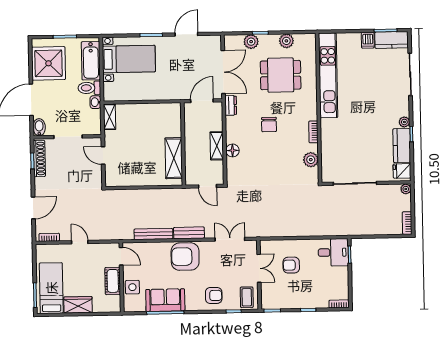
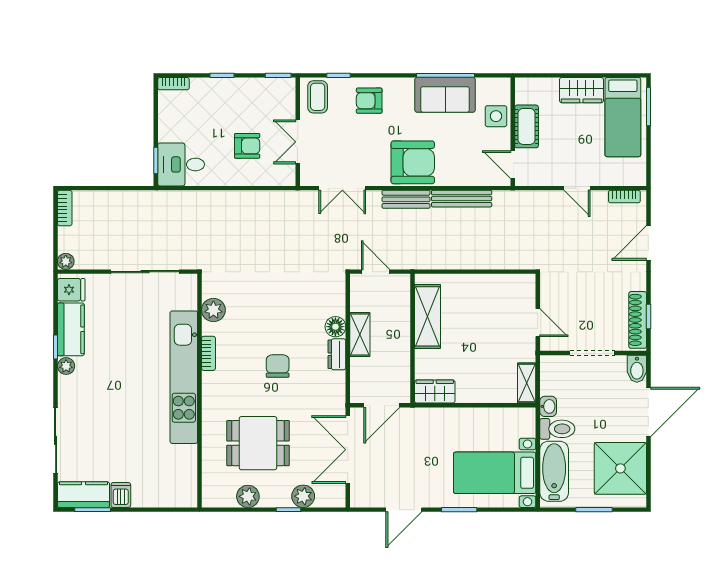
kitchen unit: (328, 75) -> (184, 377), moved
dresser: (231, 105) -> (337, 354), moved
wardrobe: (168, 110) -> (435, 391), added

